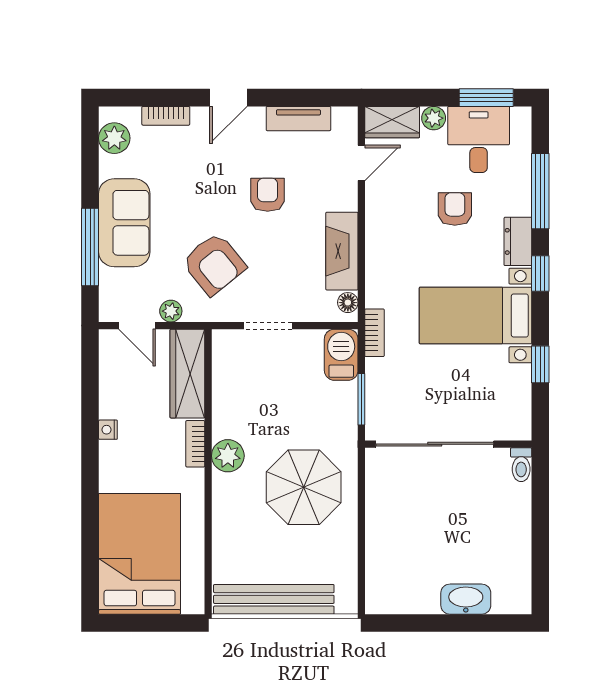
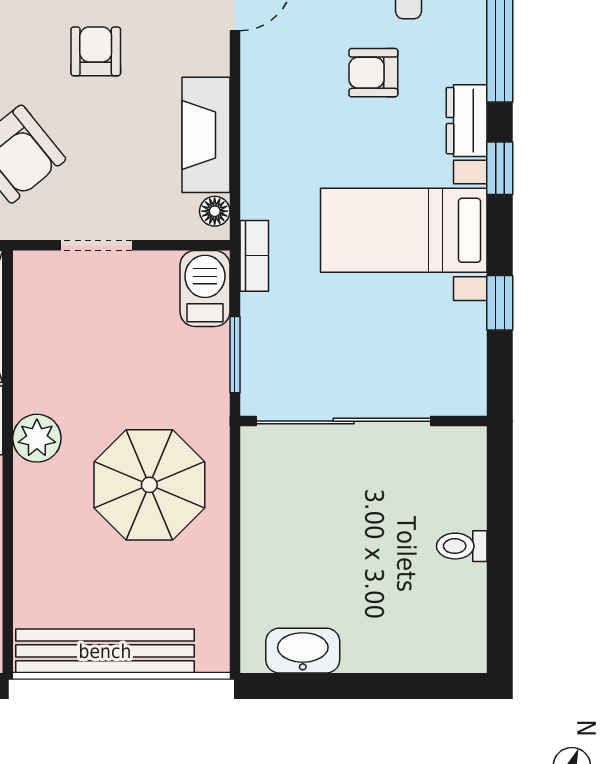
armchair: (455, 209) -> (373, 73), turned -90
toilet: (521, 465) -> (462, 546), moved, turned 90
washbasin: (466, 599) -> (303, 651), moved

